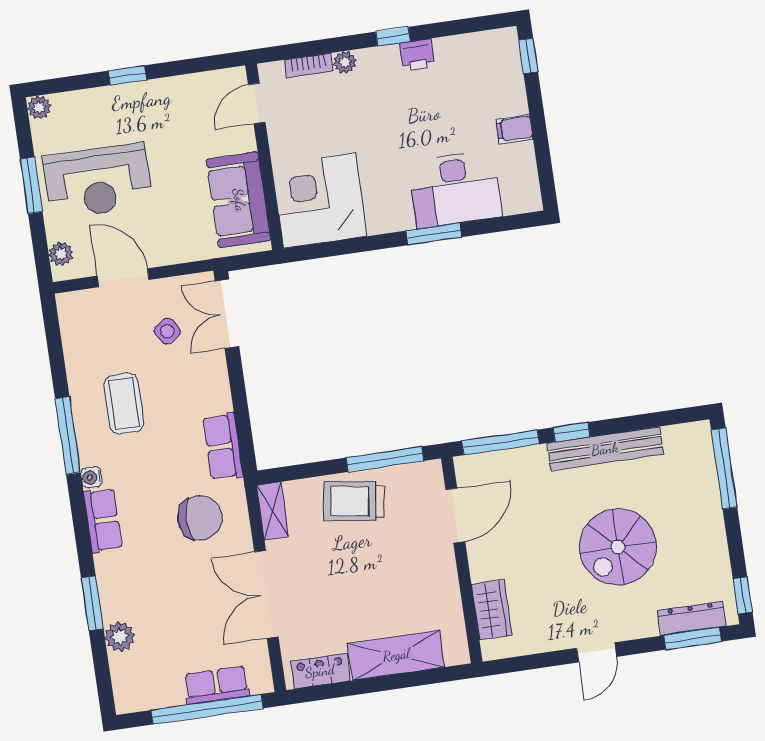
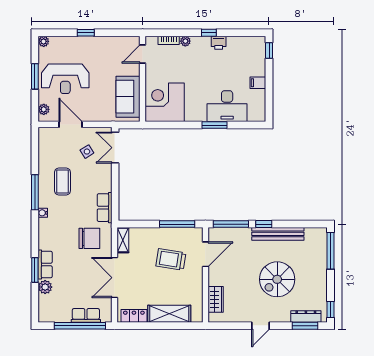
trolley: (354, 501) -> (171, 259), moved
row of seats: (103, 520) -> (45, 264), moved

